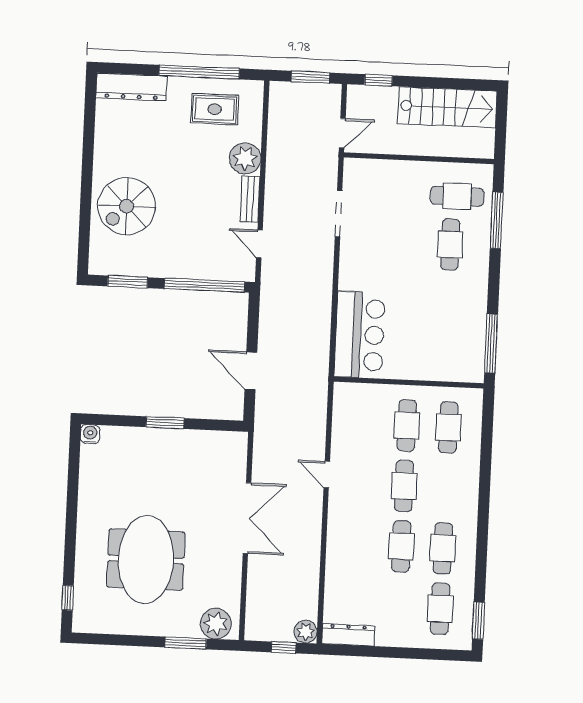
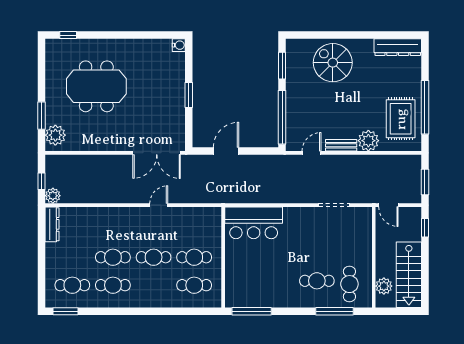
dresser: (132, 87) -> (398, 47), moved, turned -90
rug: (215, 109) -> (401, 119), width x1.36, depth x1.43
plant: (462, 145) -> (384, 286), added
double door: (247, 518) -> (157, 153), moved

